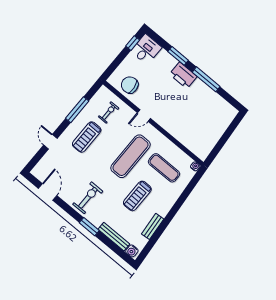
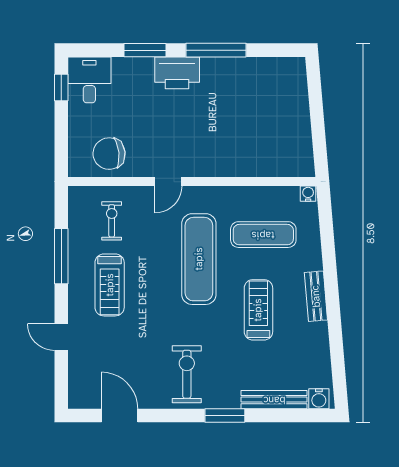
treadmill: (137, 196) -> (258, 310), turned 180
bench: (153, 226) -> (316, 296), moved

